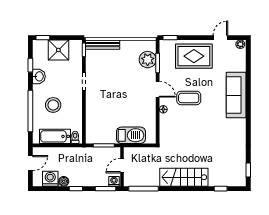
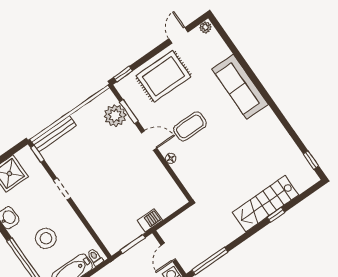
barbecue: (131, 135) -> (150, 220), width x0.53, depth x0.65
stairs: (184, 177) -> (266, 204), moved
window: (221, 189) -> (276, 215), moved

